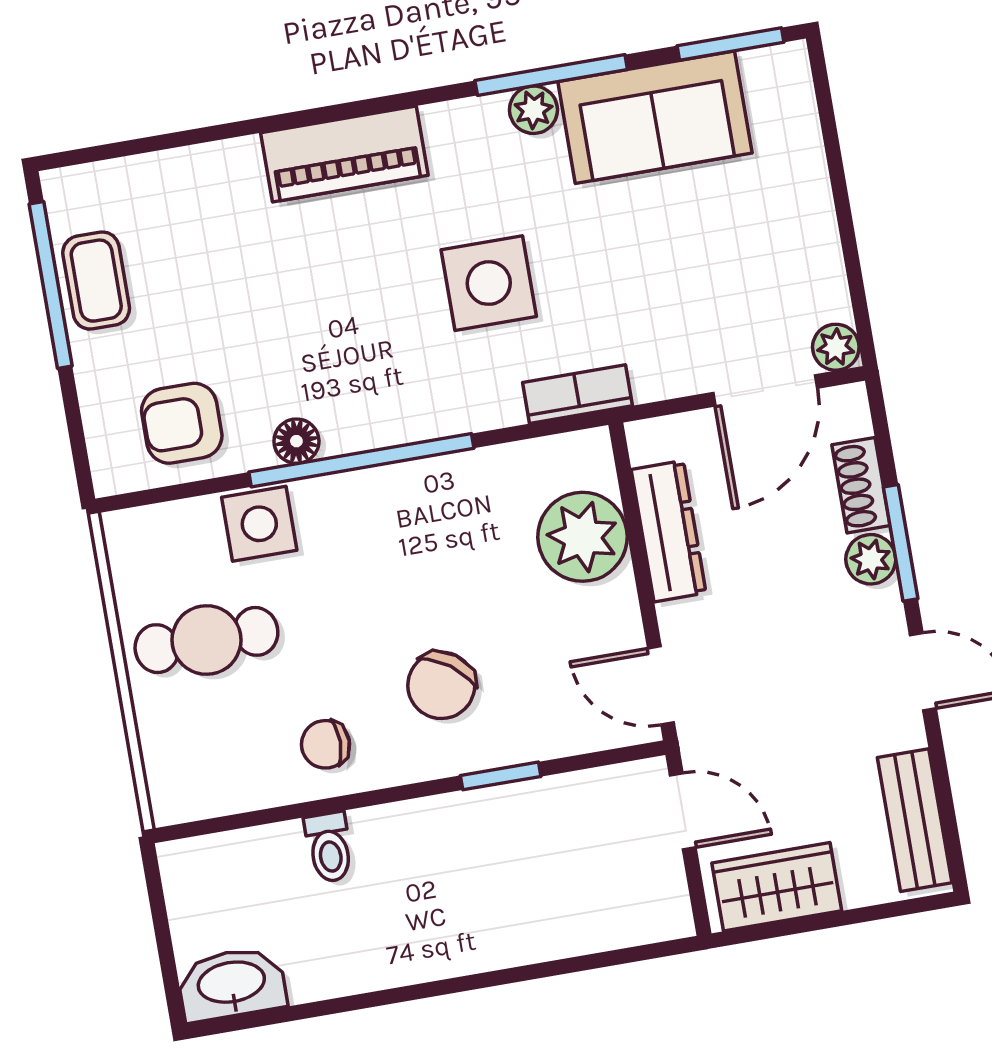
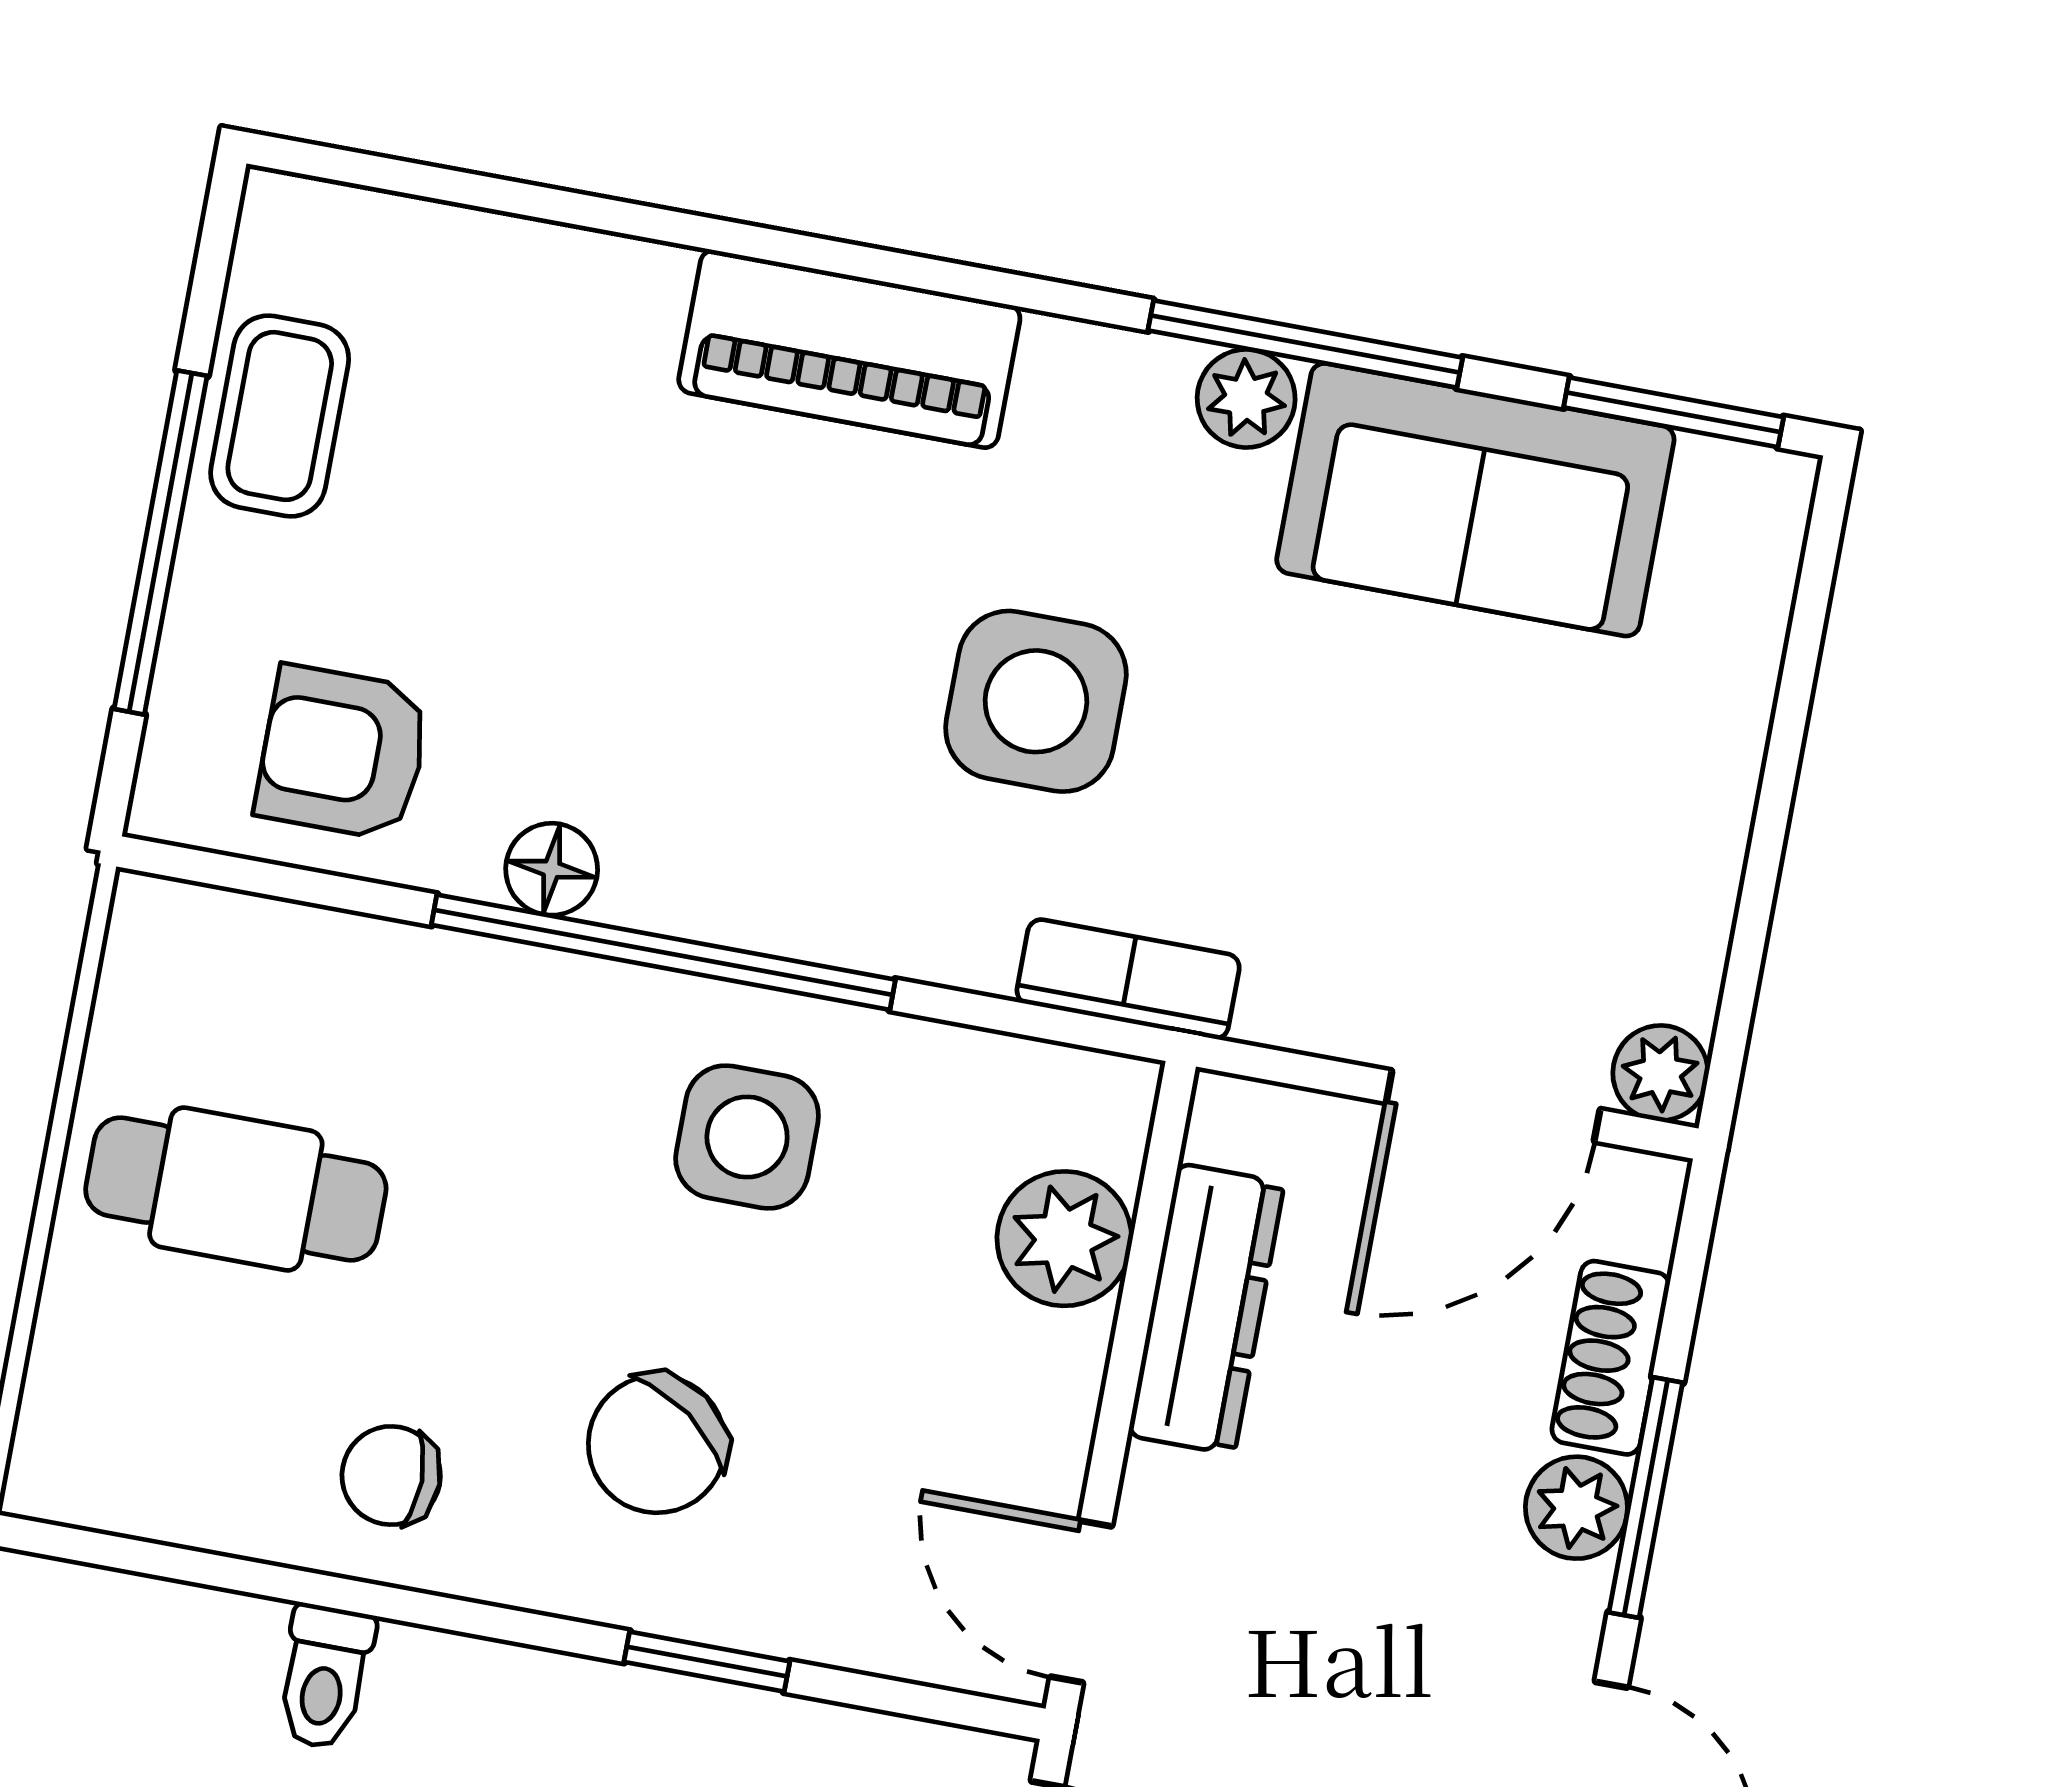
window: (51, 285) -> (161, 542), moved
side table: (259, 524) -> (747, 1137), moved
plant: (582, 537) -> (1064, 1239), width x0.73, depth x0.73

